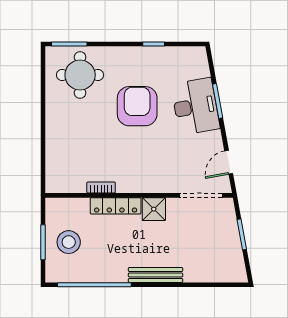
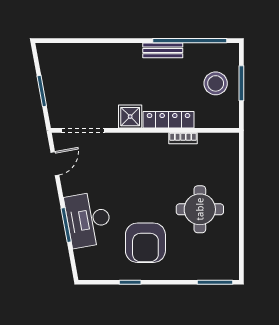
round table: (80, 75) -> (200, 209), moved
armchair: (137, 106) -> (145, 243), moved
bench: (156, 275) -> (163, 50), moved, width x0.73

